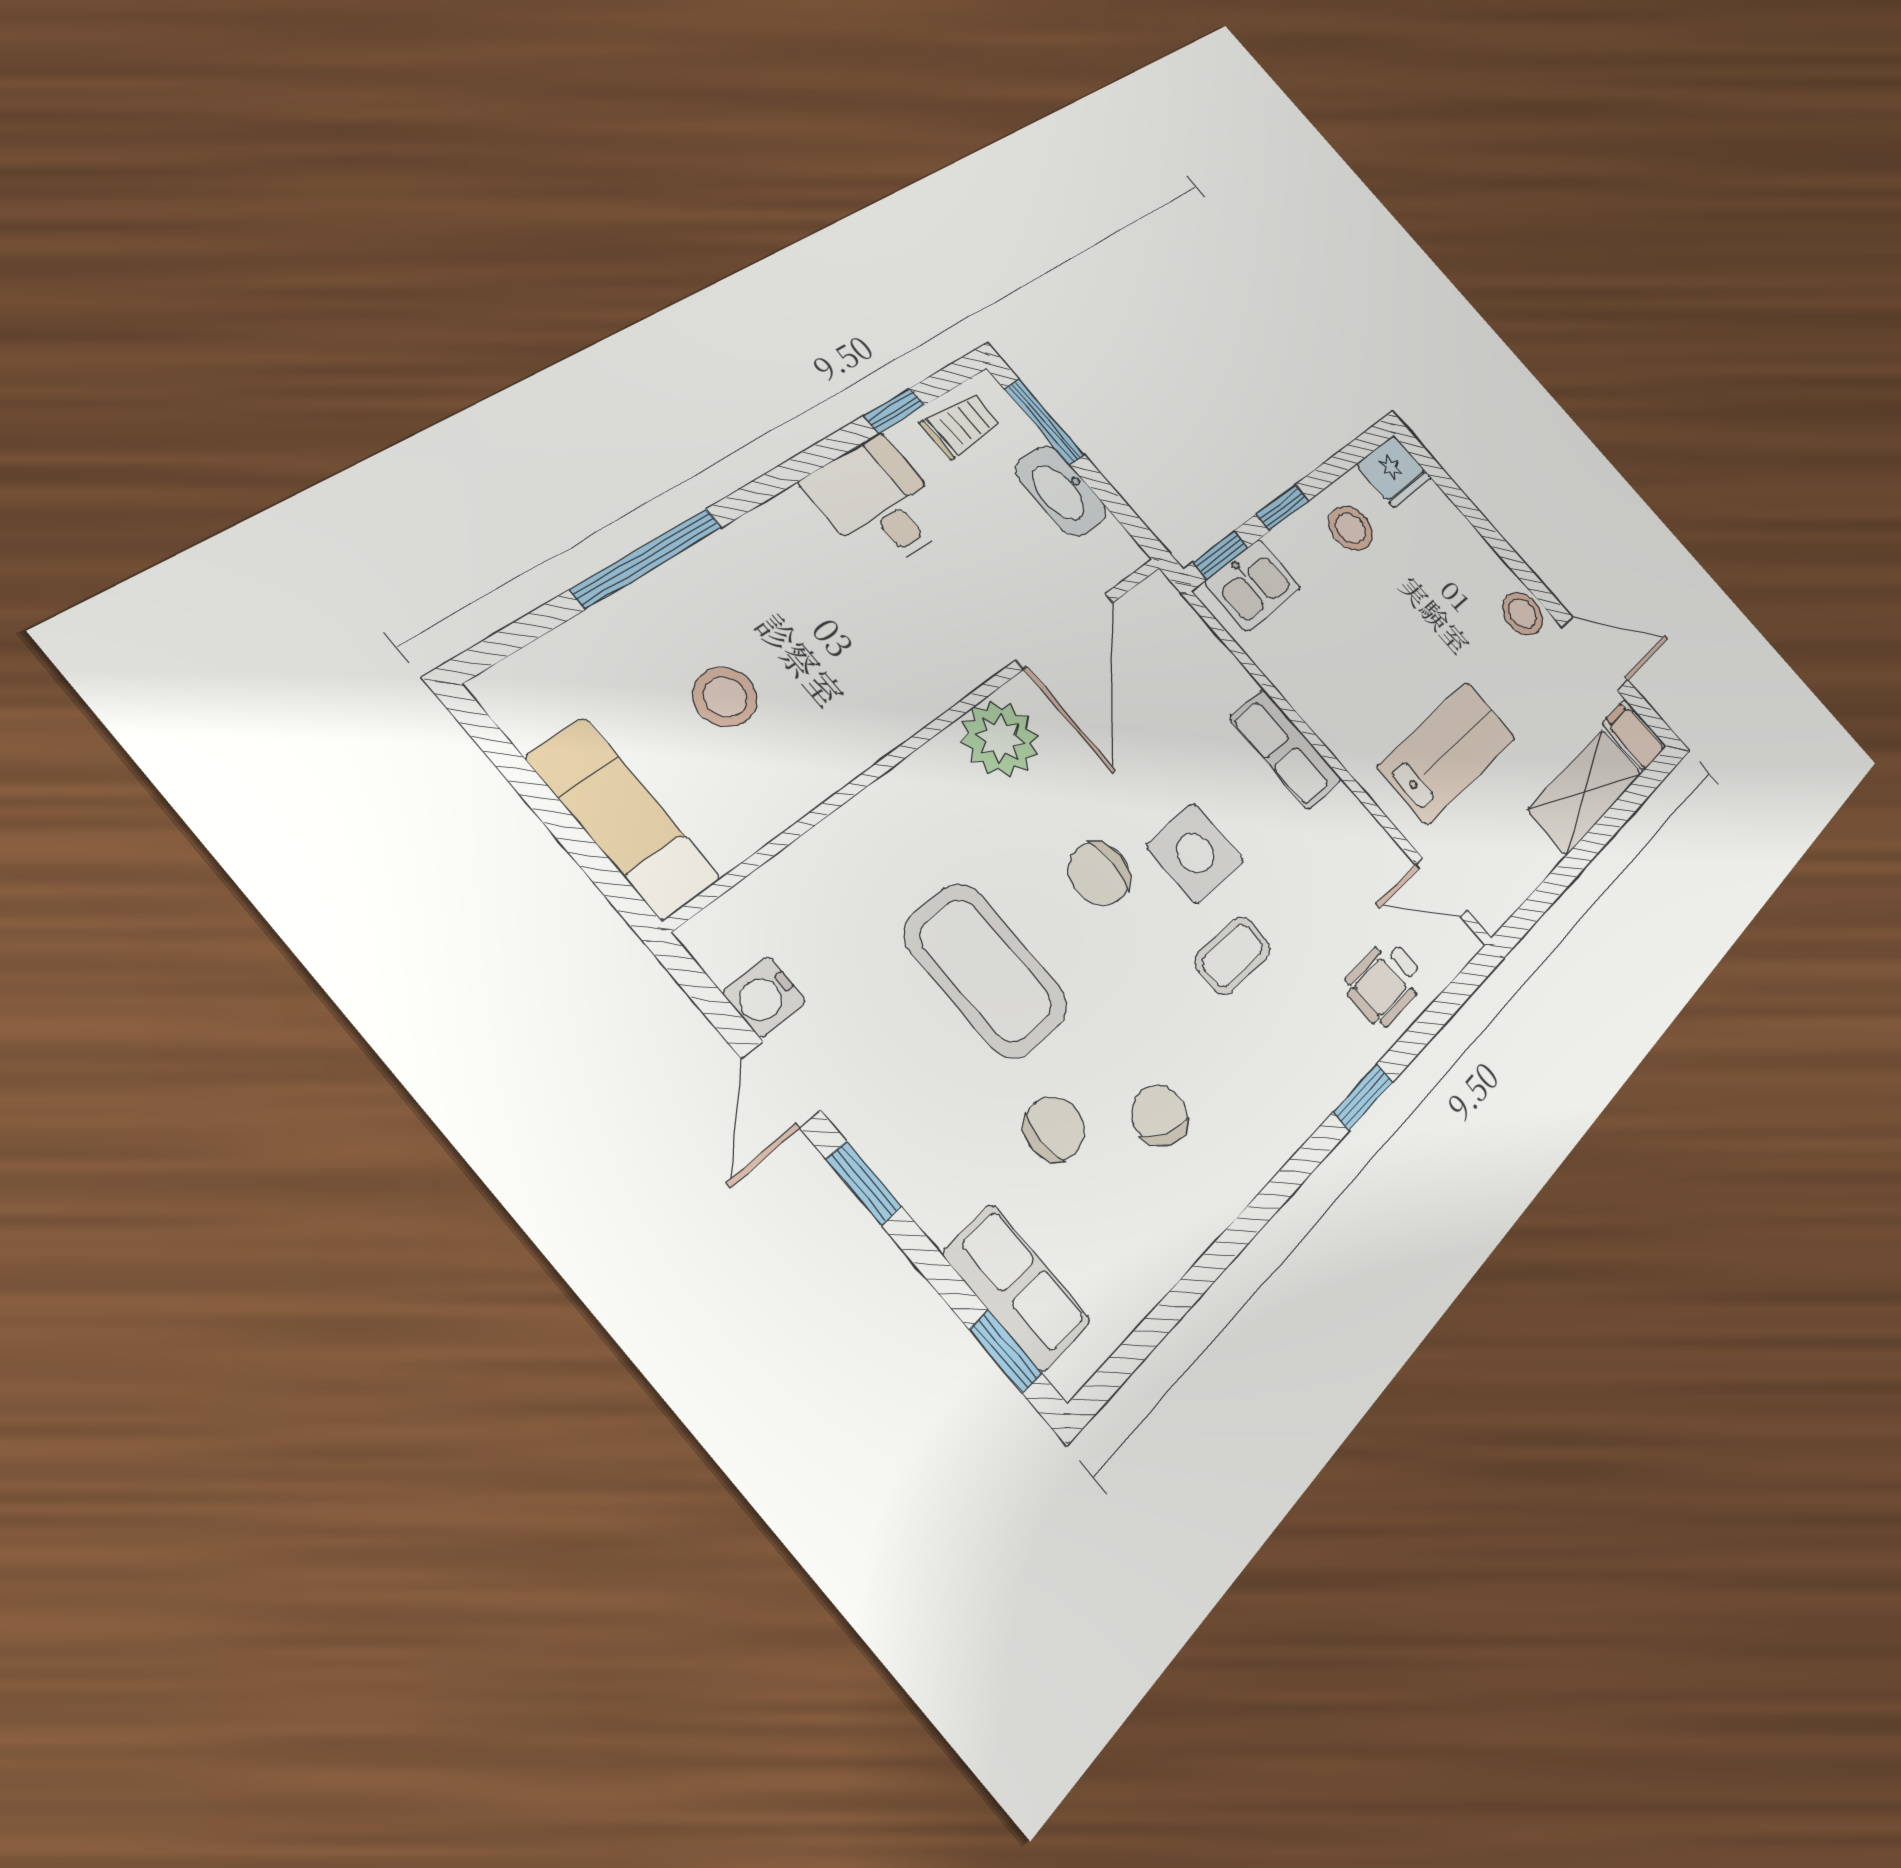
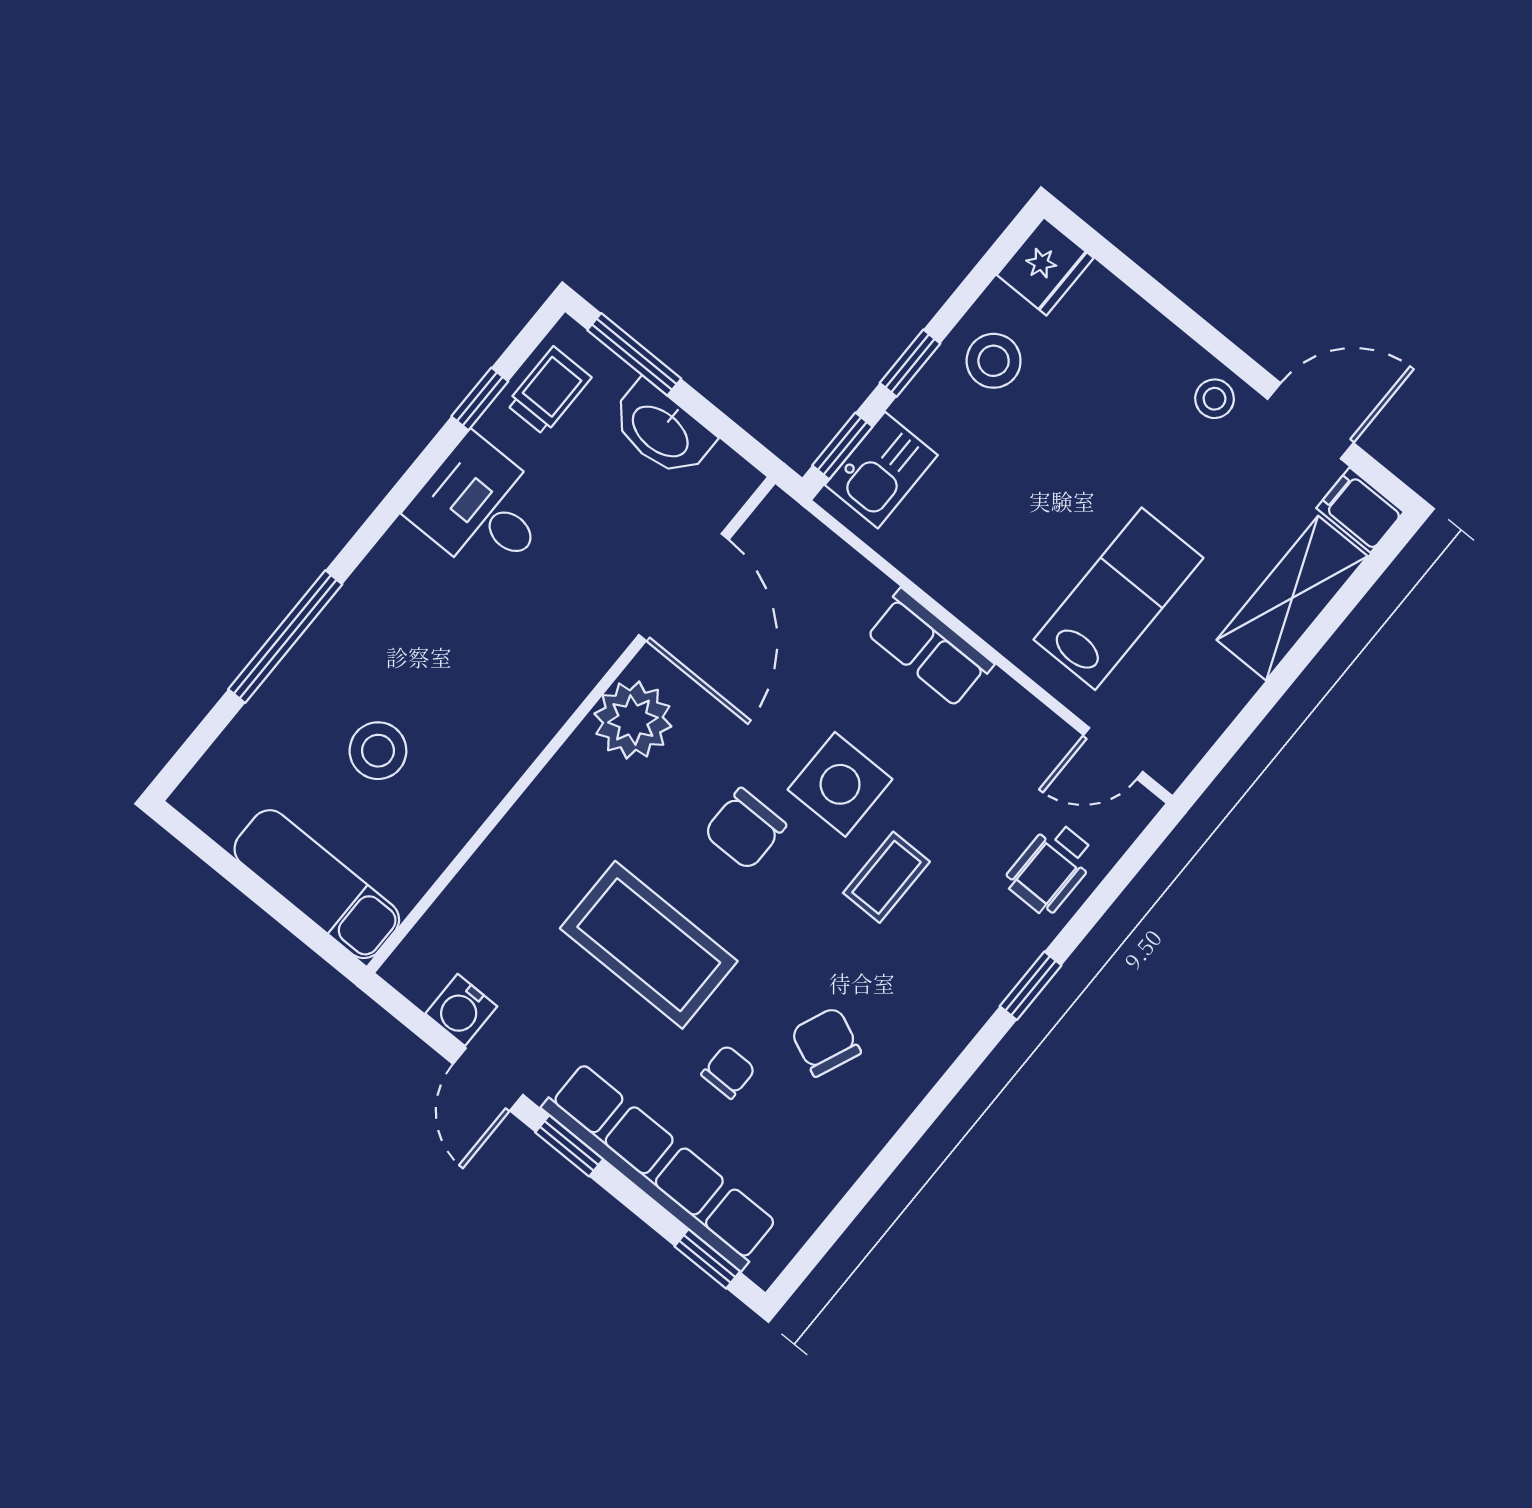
stool: (1523, 614) -> (1215, 399), width x0.73, depth x0.73
chair: (1054, 1129) -> (728, 1072), width x0.73, depth x0.73
row of seats: (1017, 1287) -> (660, 1166), width x2.02

